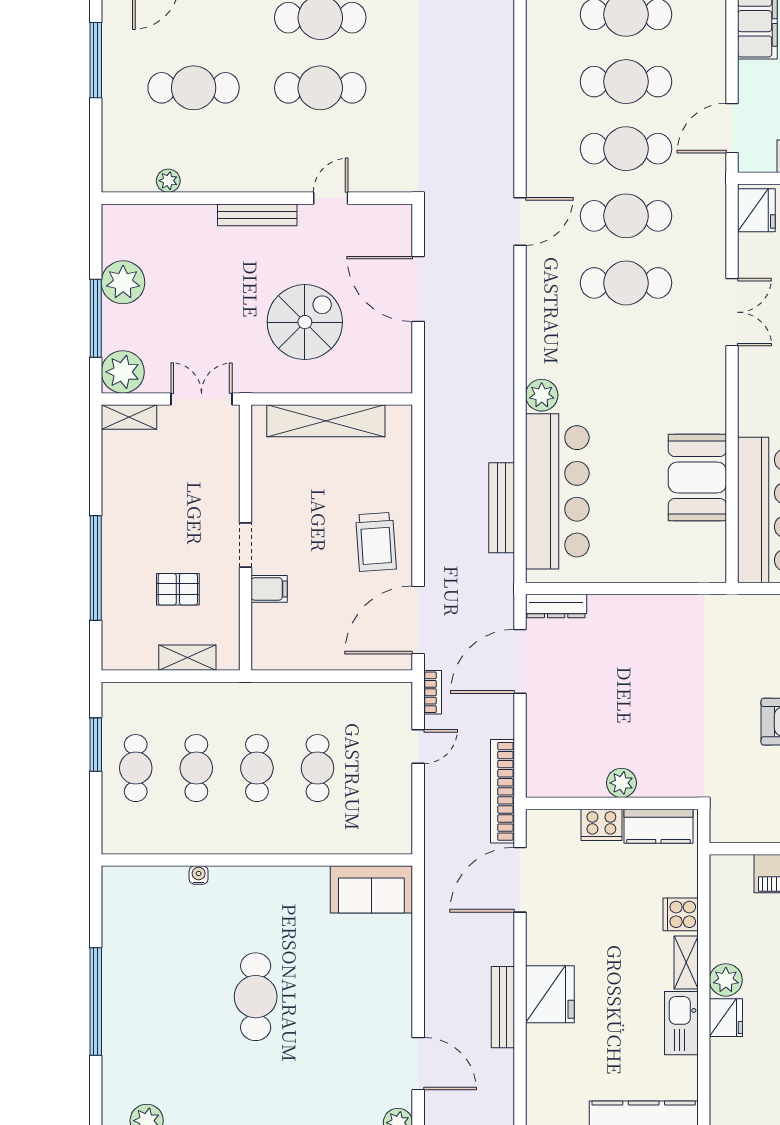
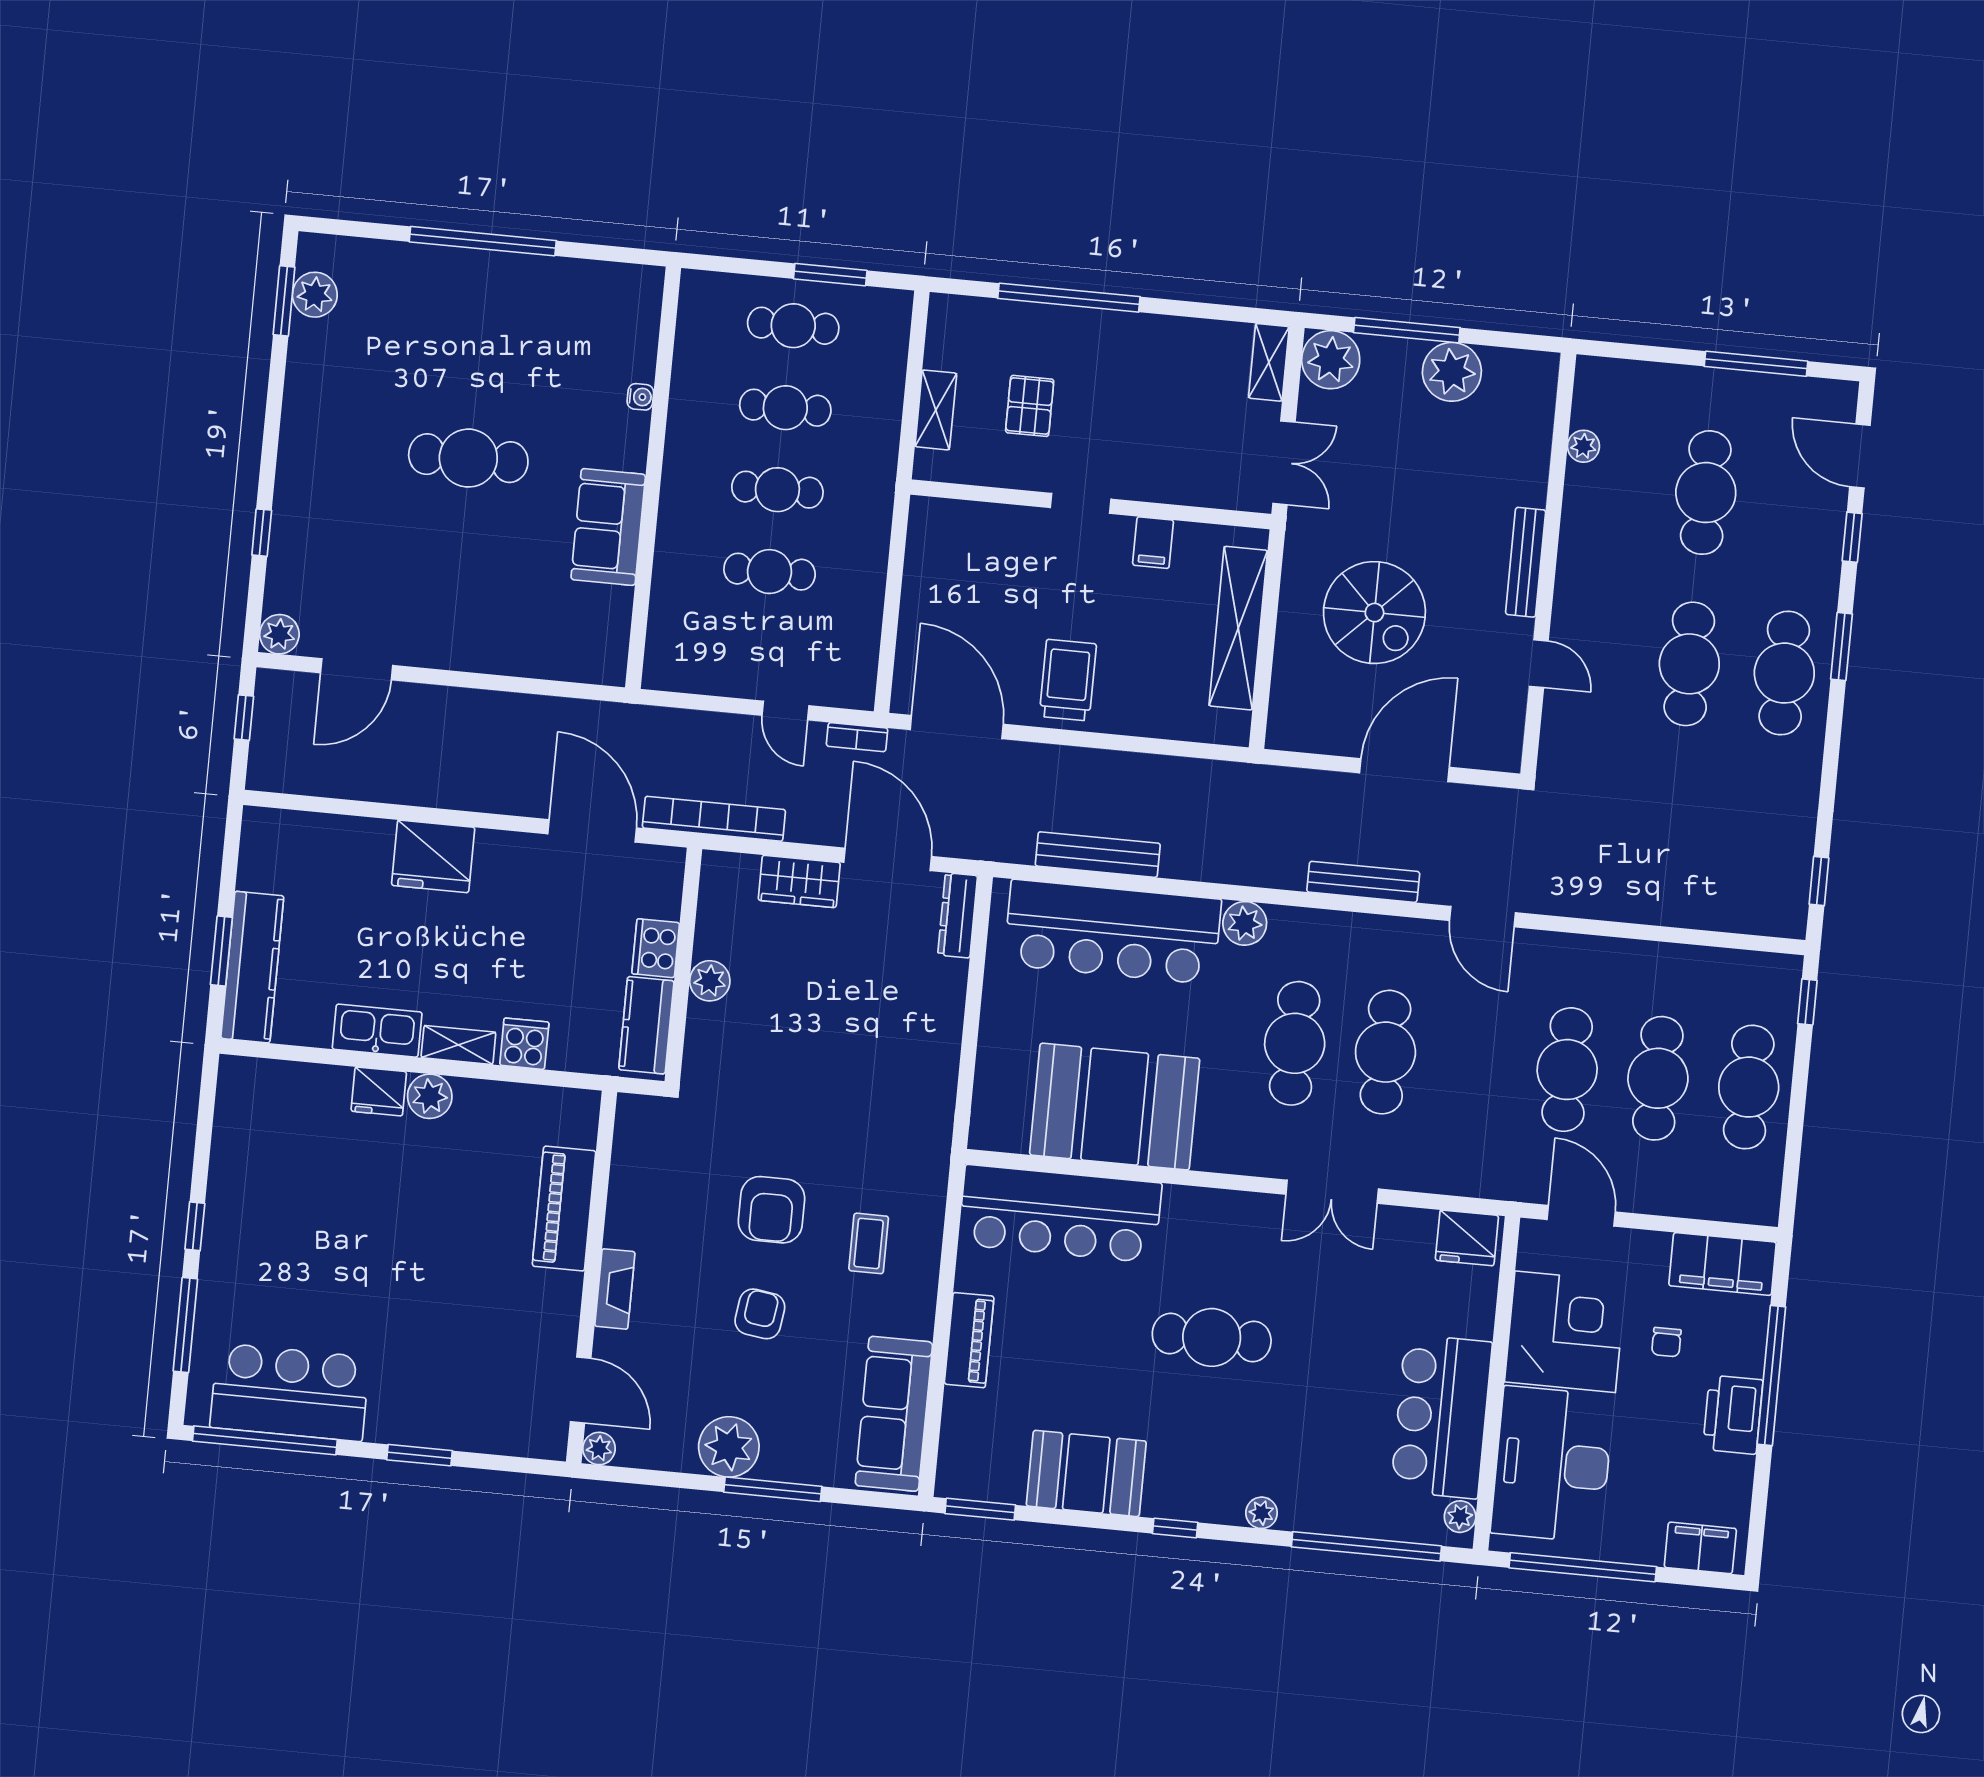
cafe table: (626, 216) -> (1295, 1043), moved
booth: (697, 478) -> (1115, 1107), width x1.36, depth x1.42
trolley: (376, 542) -> (1068, 680), turned 94
filing cabinet: (269, 589) -> (1153, 543), moved
wardrobe: (542, 724) -> (799, 881), added
sofa: (371, 889) -> (608, 527), moved
bench: (503, 1007) -> (1363, 882), moved

